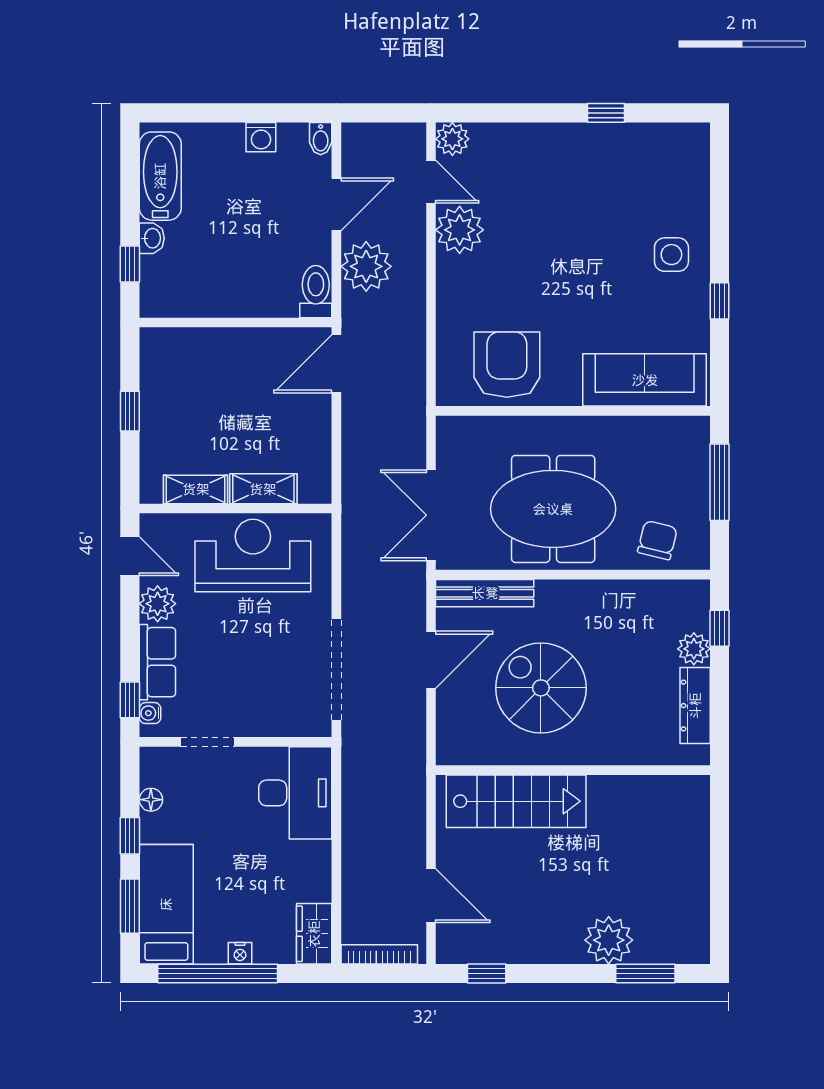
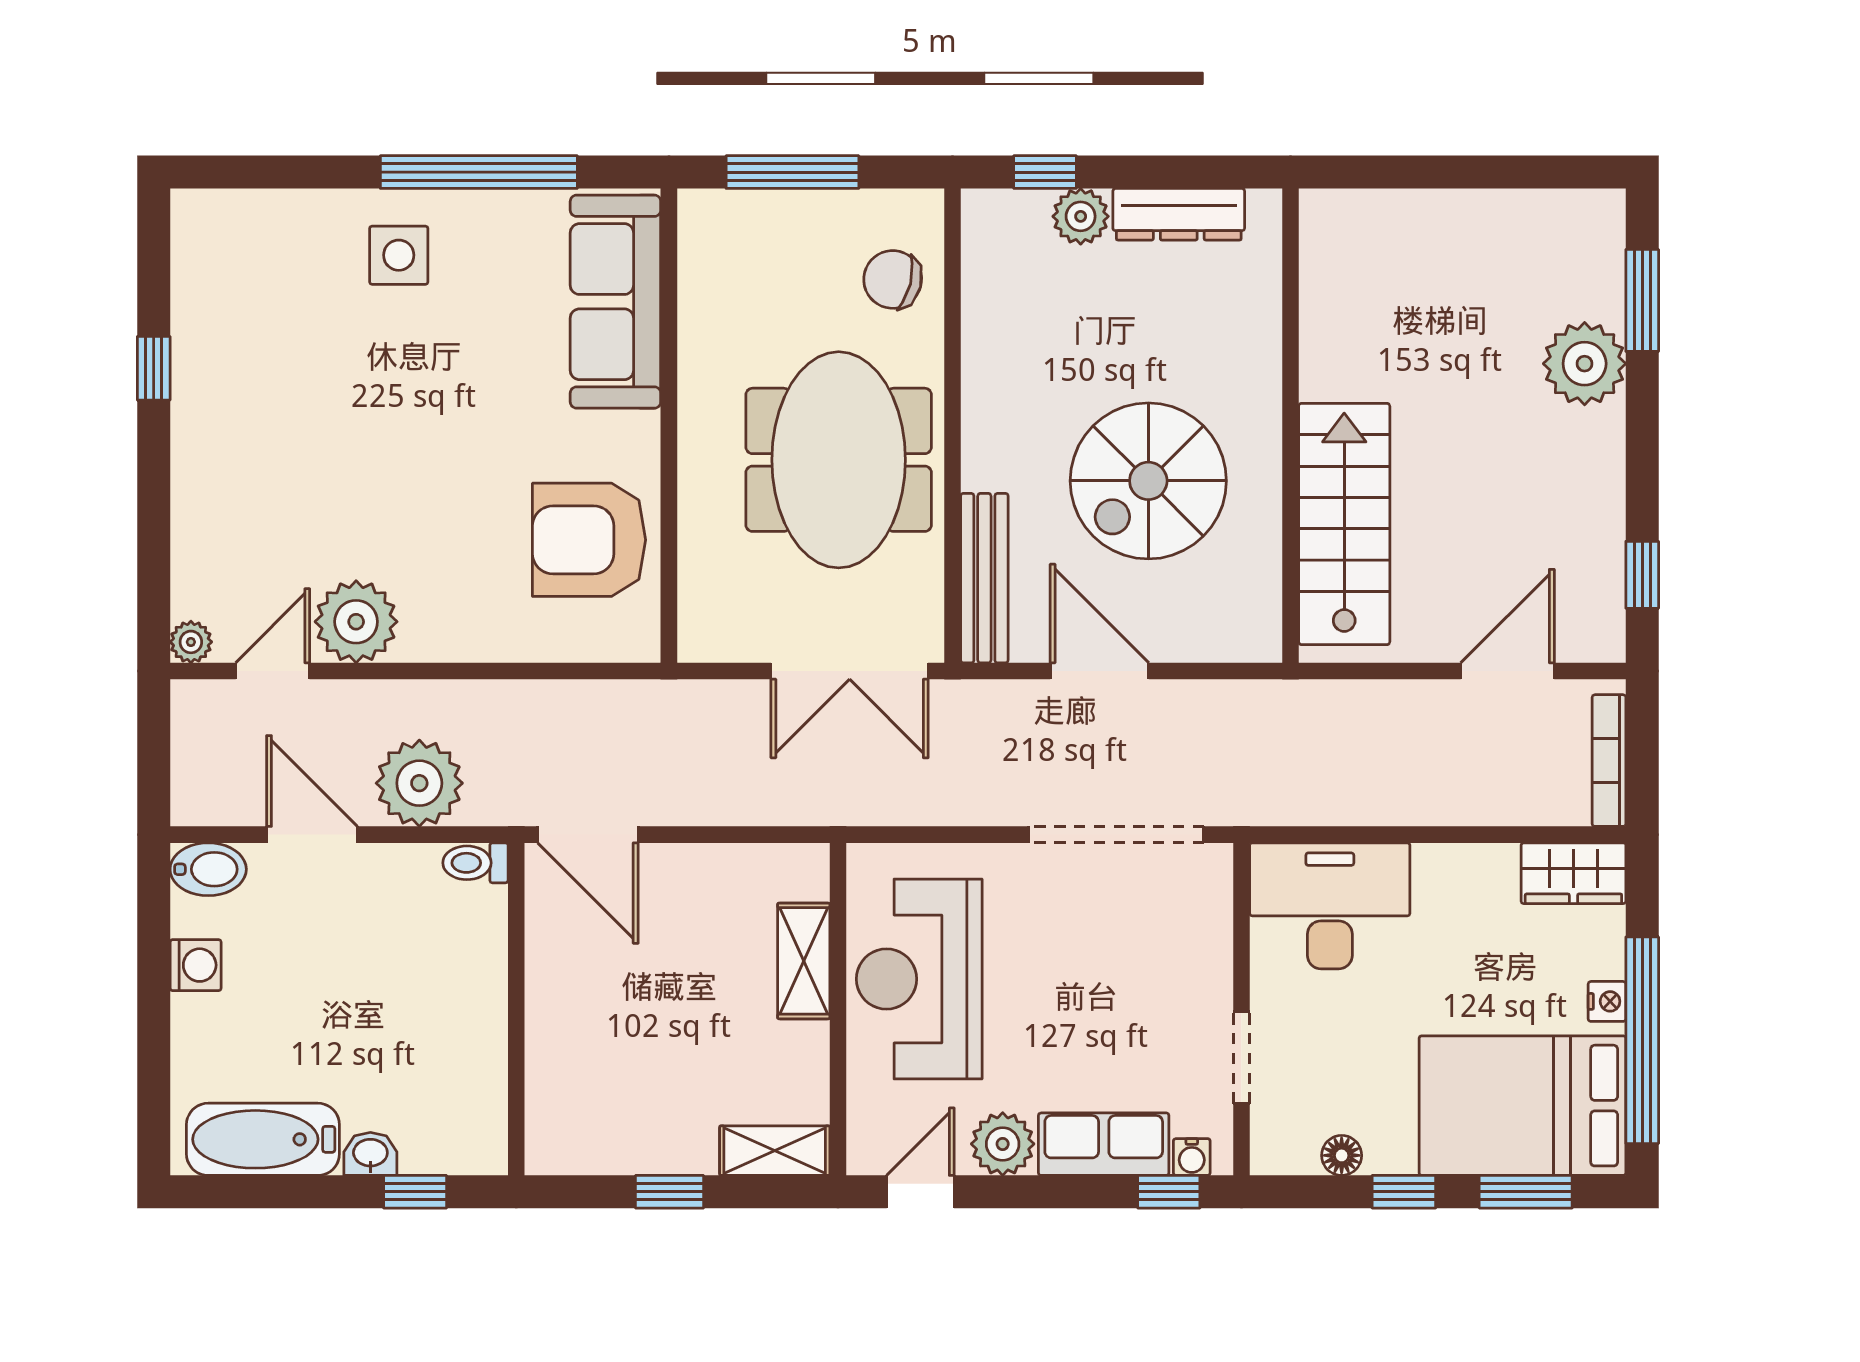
bidet: (321, 139) -> (208, 869), width x1.38, depth x1.36
plant: (452, 139) -> (191, 642), width x0.73, depth x0.73
toilet: (316, 292) -> (475, 863), width x0.73, depth x0.72
window: (719, 301) -> (479, 172), width x3.17
shelving: (196, 489) -> (775, 1151), moved, turned 90
bed: (166, 904) -> (1522, 1106), width x1.50

